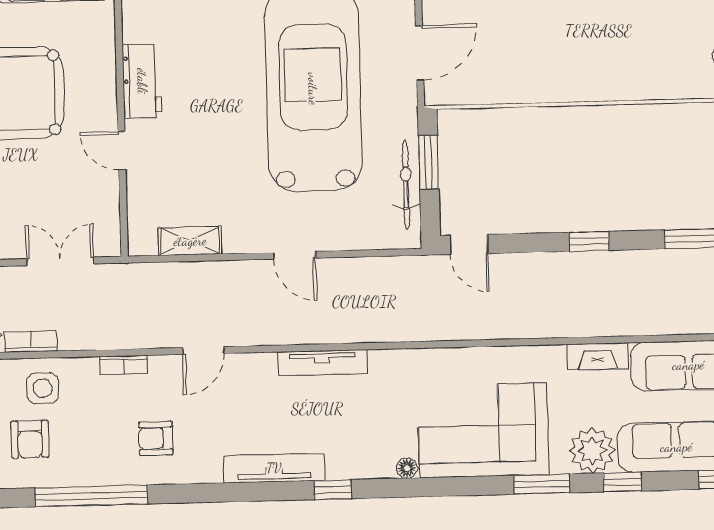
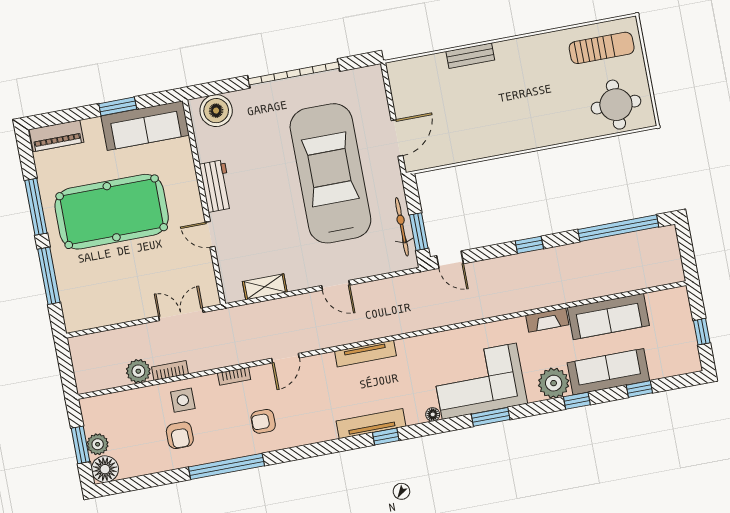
window: (429, 162) -> (419, 232), moved
tv unit: (274, 468) -> (371, 424), moved
window: (541, 484) -> (491, 417), moved

